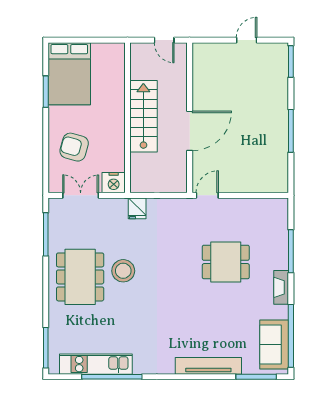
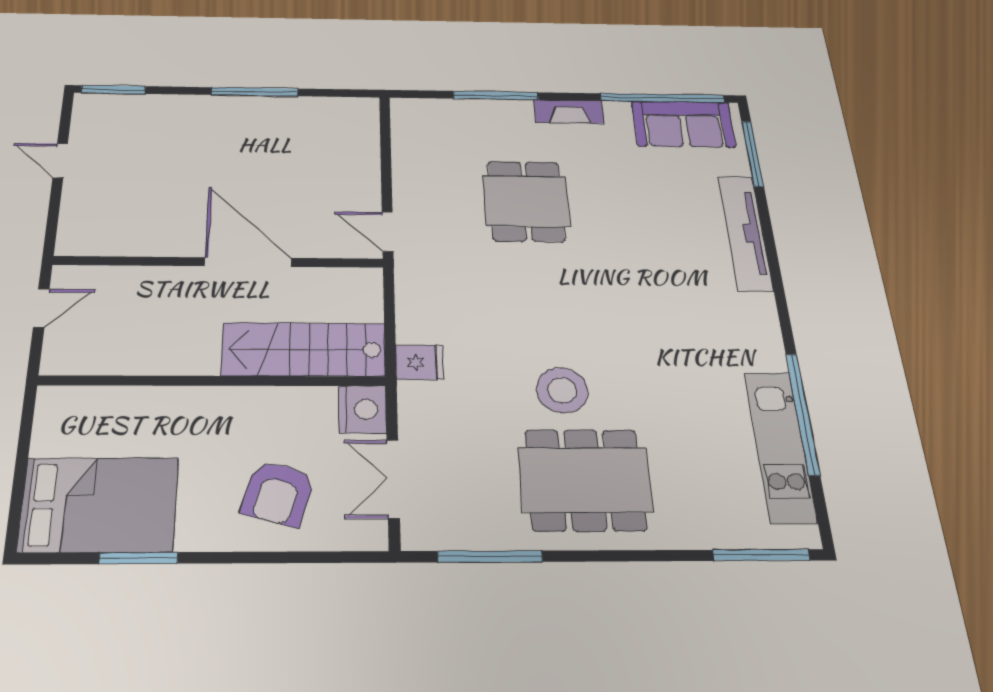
stairs: (143, 116) -> (304, 349), moved

